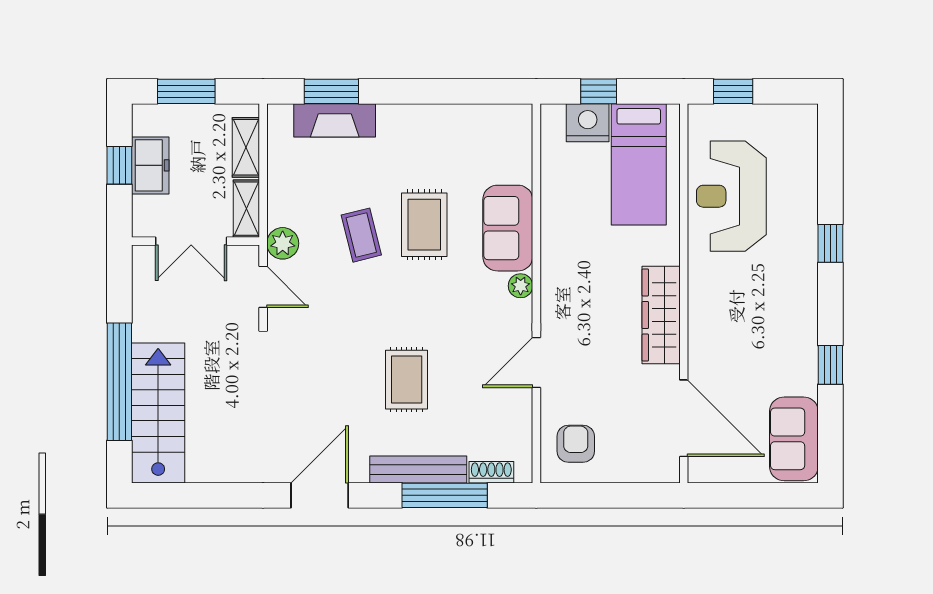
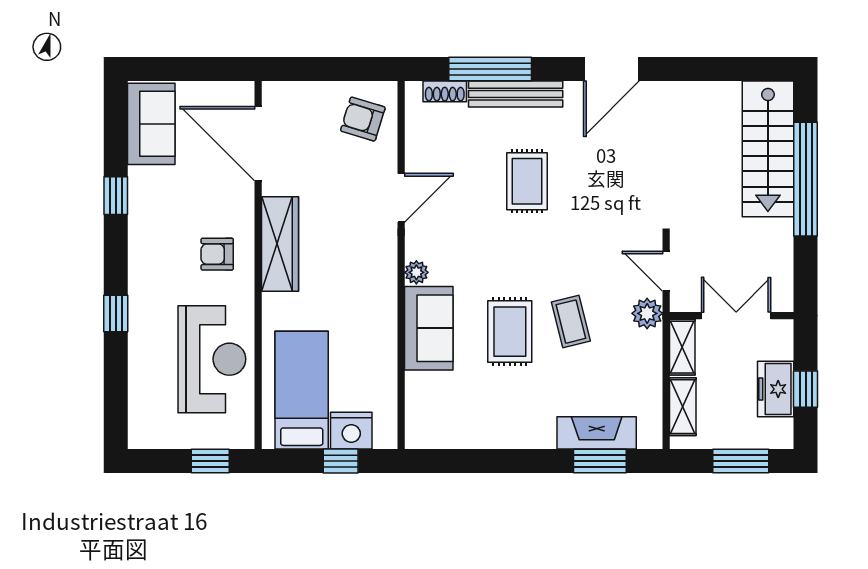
armchair: (726, 305) -> (217, 254), added
armchair: (576, 444) -> (363, 119), turned 107

